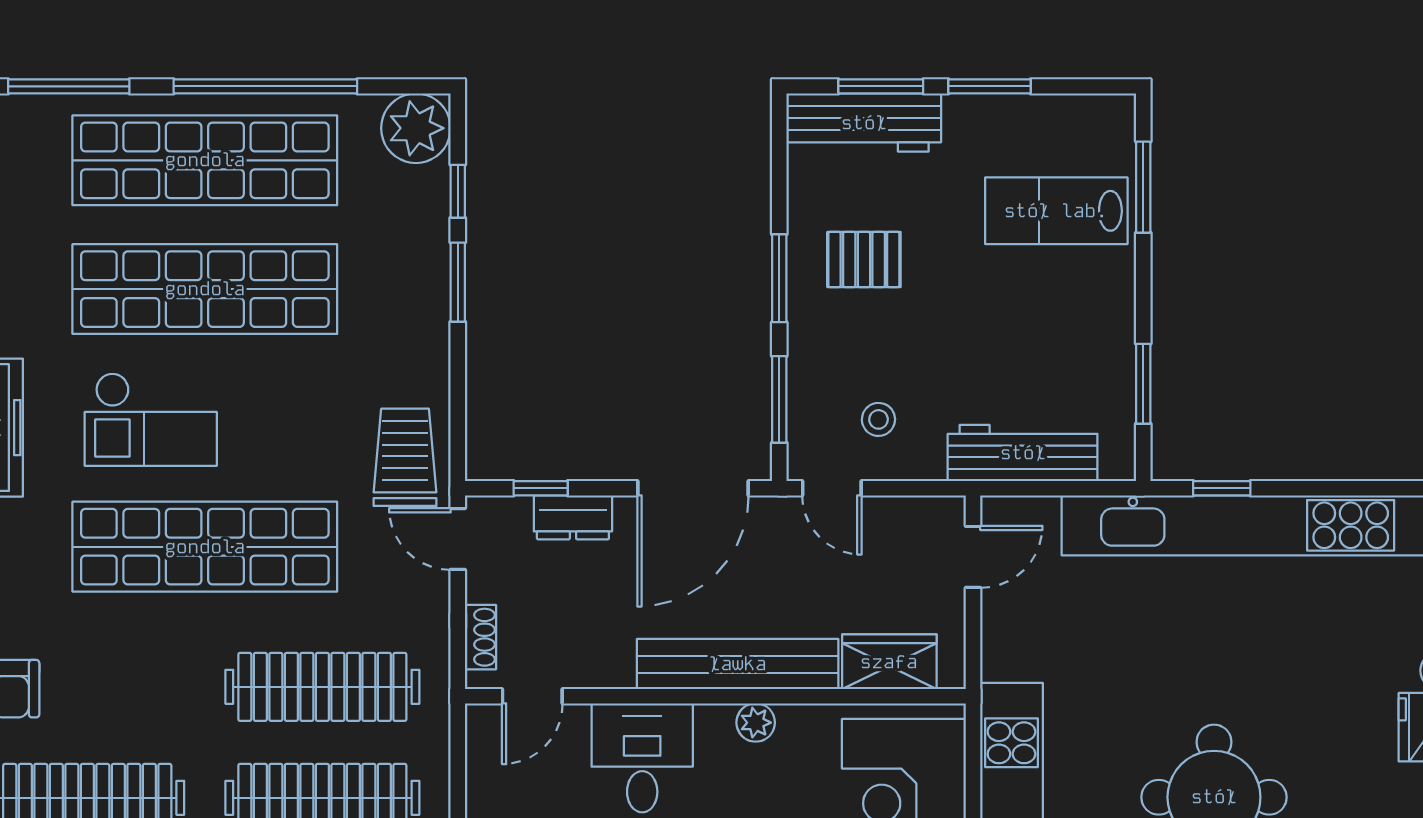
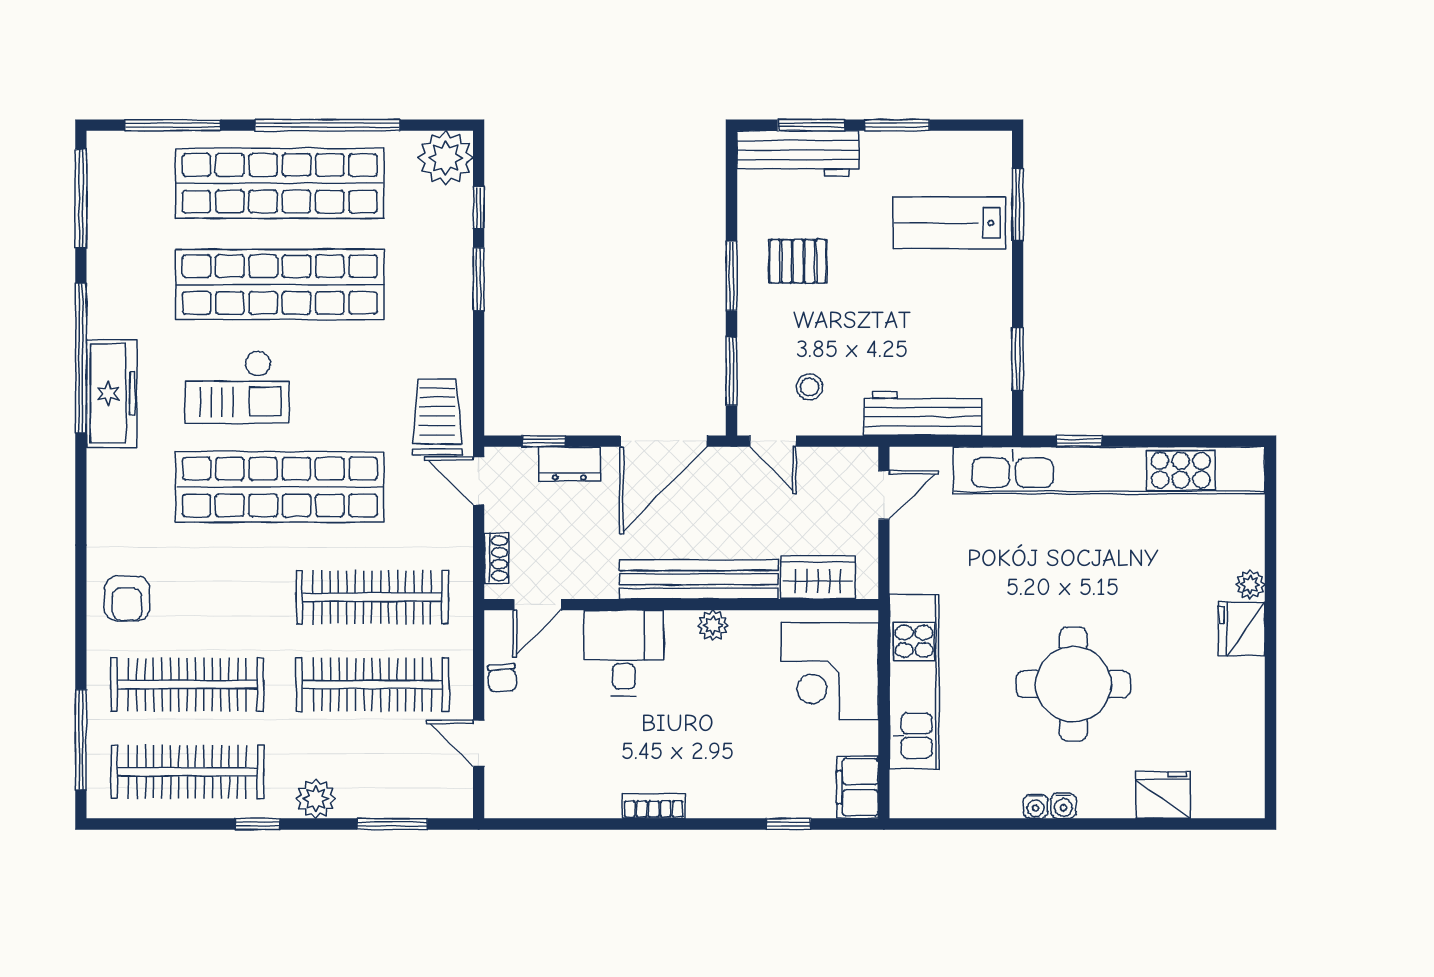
chair: (488, 789) -> (502, 678), added

